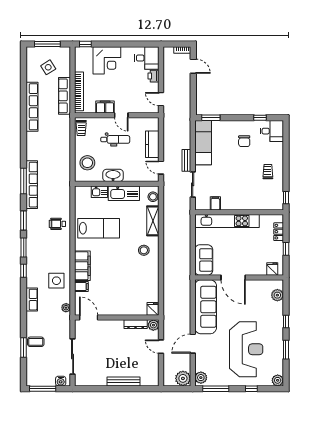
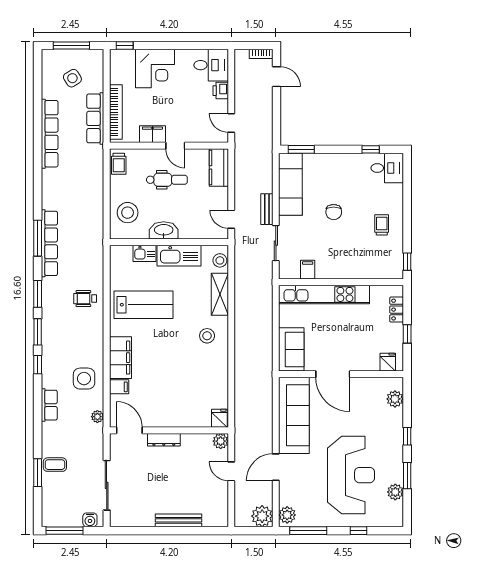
chair: (244, 141) -> (334, 212), moved
kitchen counter: (152, 144) -> (219, 167), moved
dresser: (136, 324) -> (164, 440), moved
plant: (278, 380) -> (395, 492), moved

